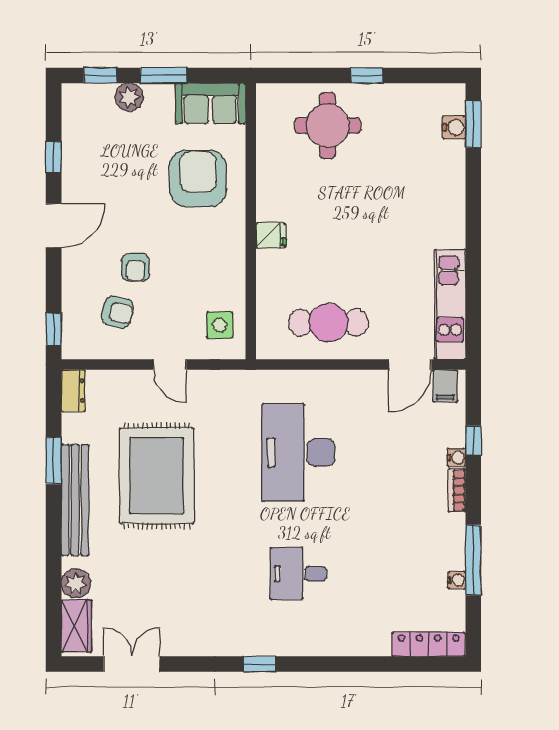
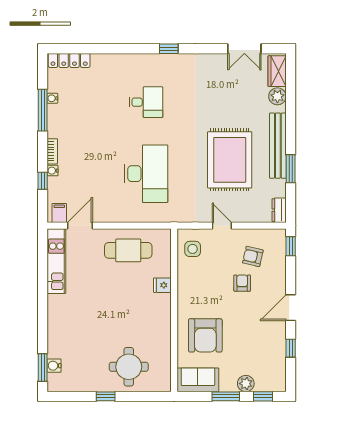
fridge: (271, 235) -> (162, 285), moved

